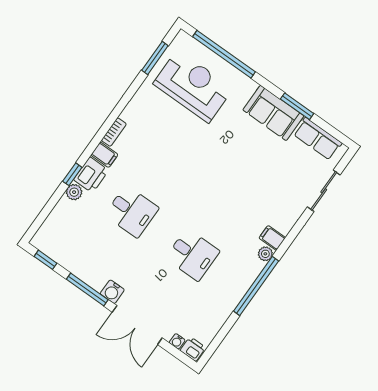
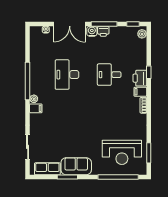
plant: (74, 192) -> (142, 34), moved
desk: (193, 255) -> (67, 75), width x1.37
double door: (137, 325) -> (70, 24), swing flipped
printer: (193, 349) -> (103, 31), moved

